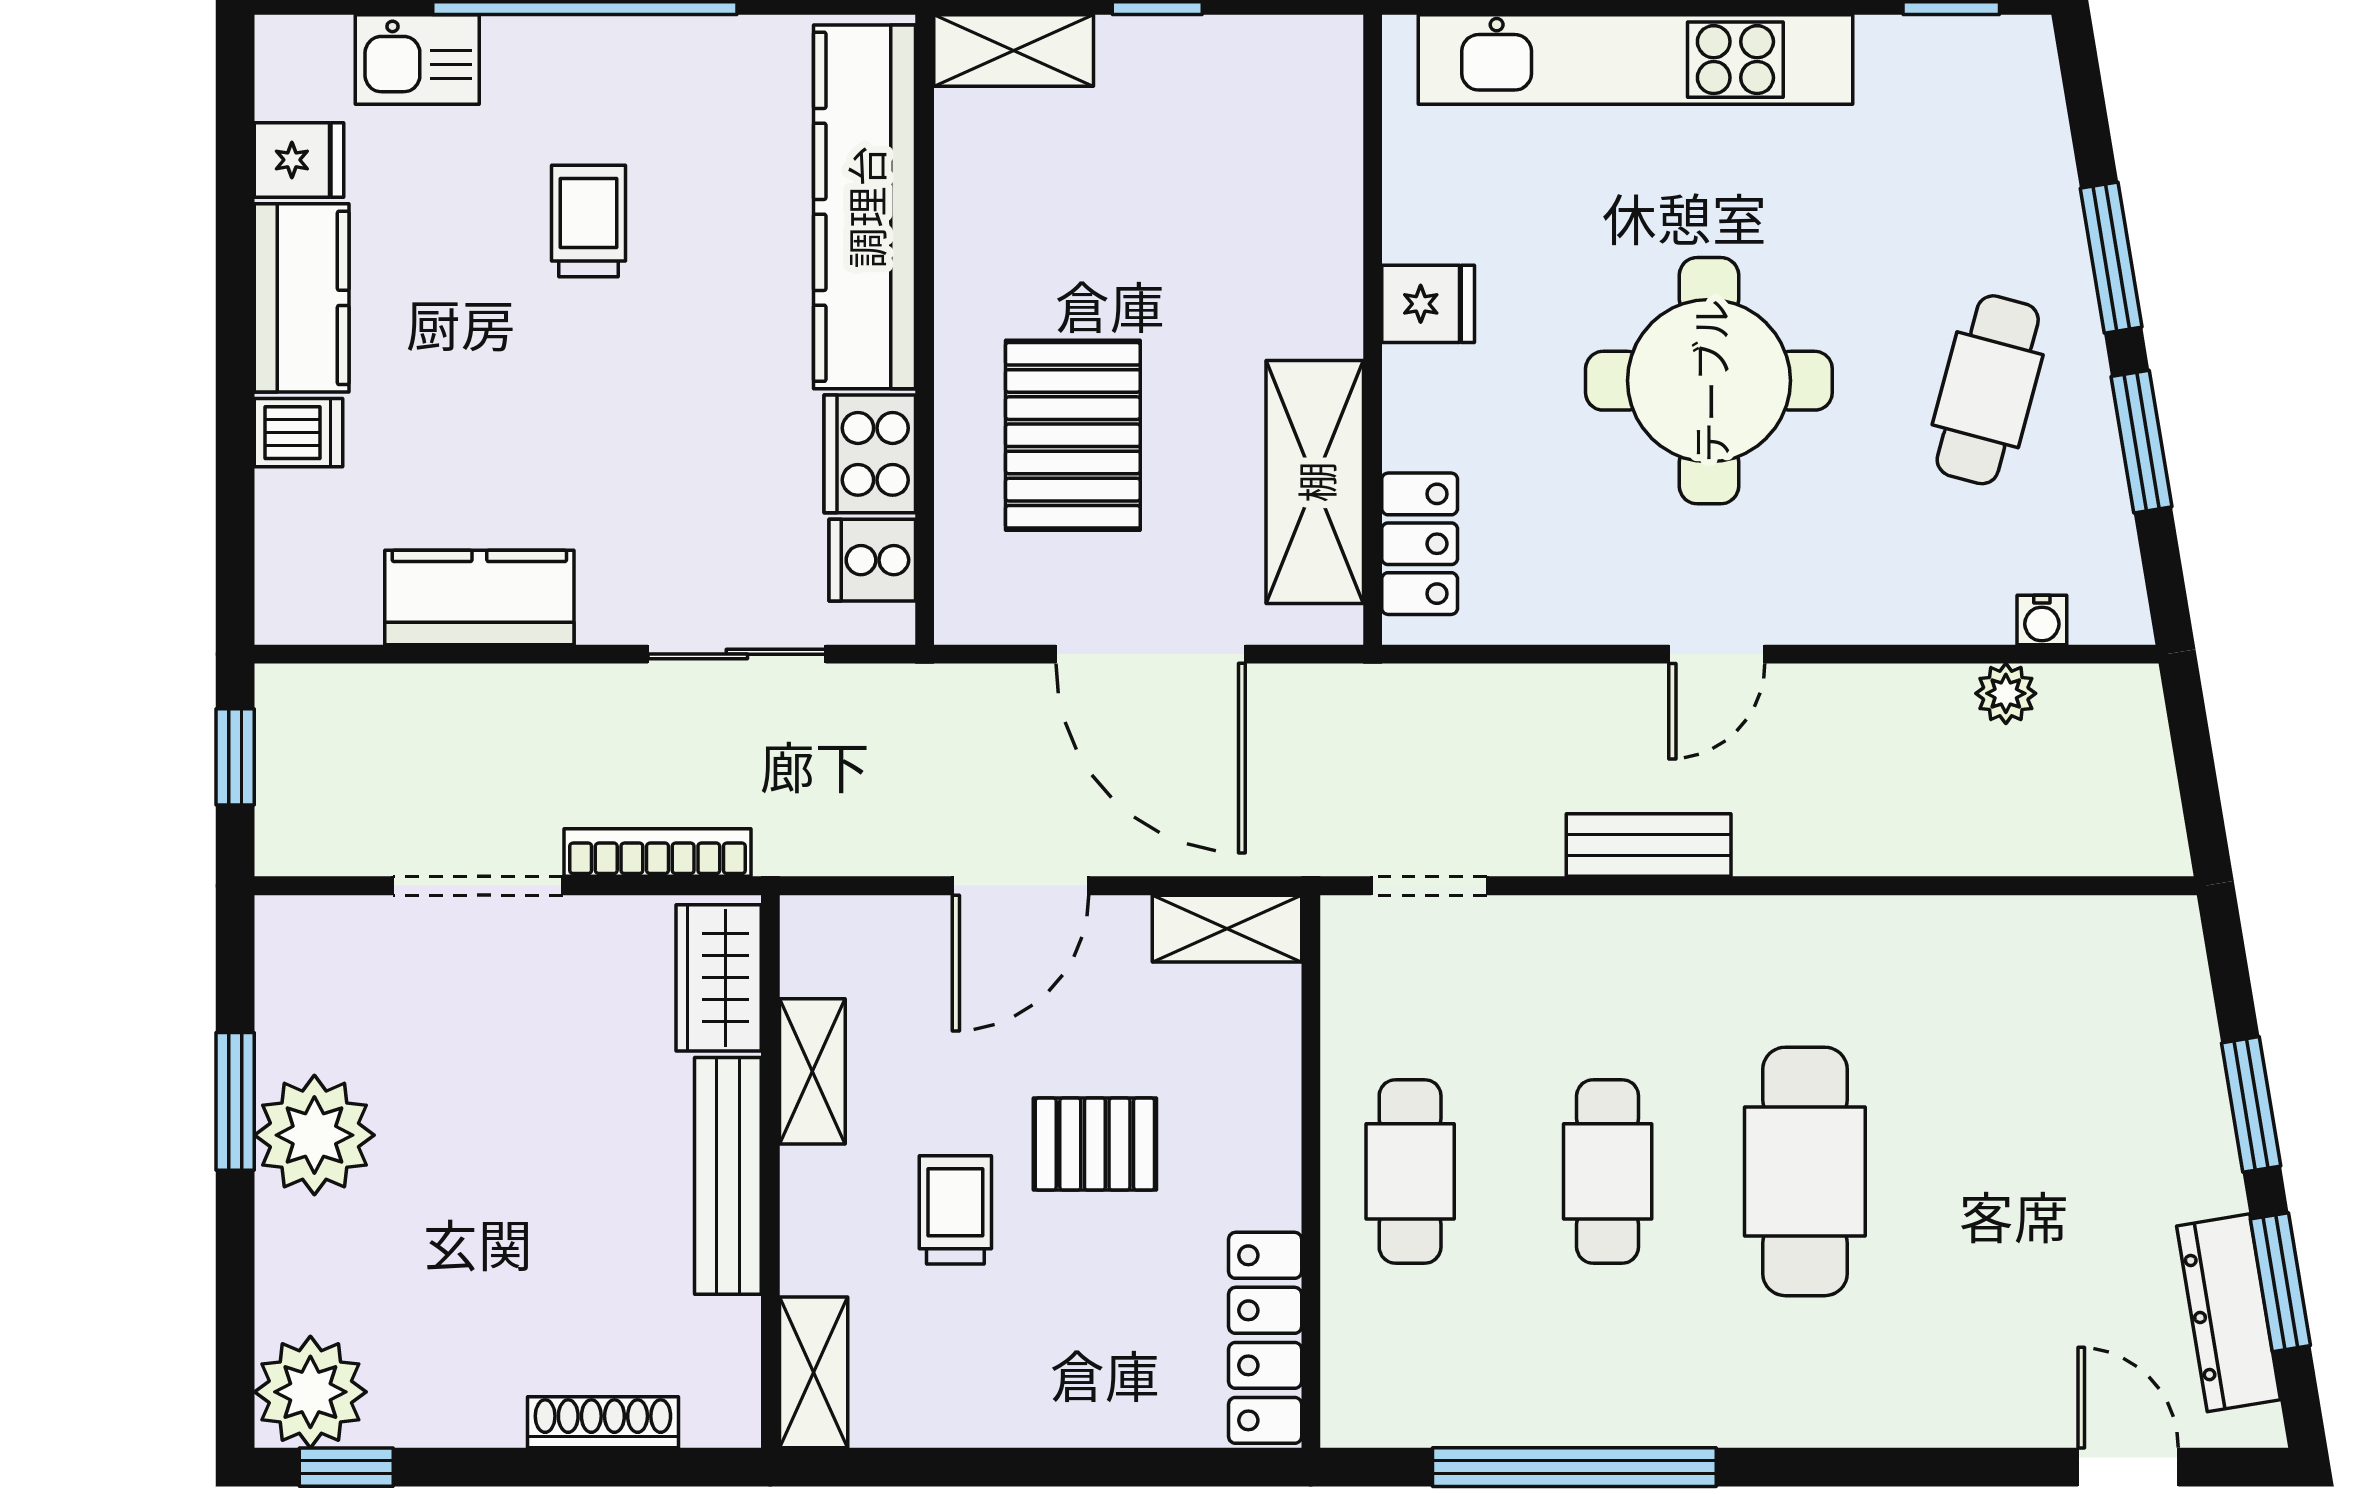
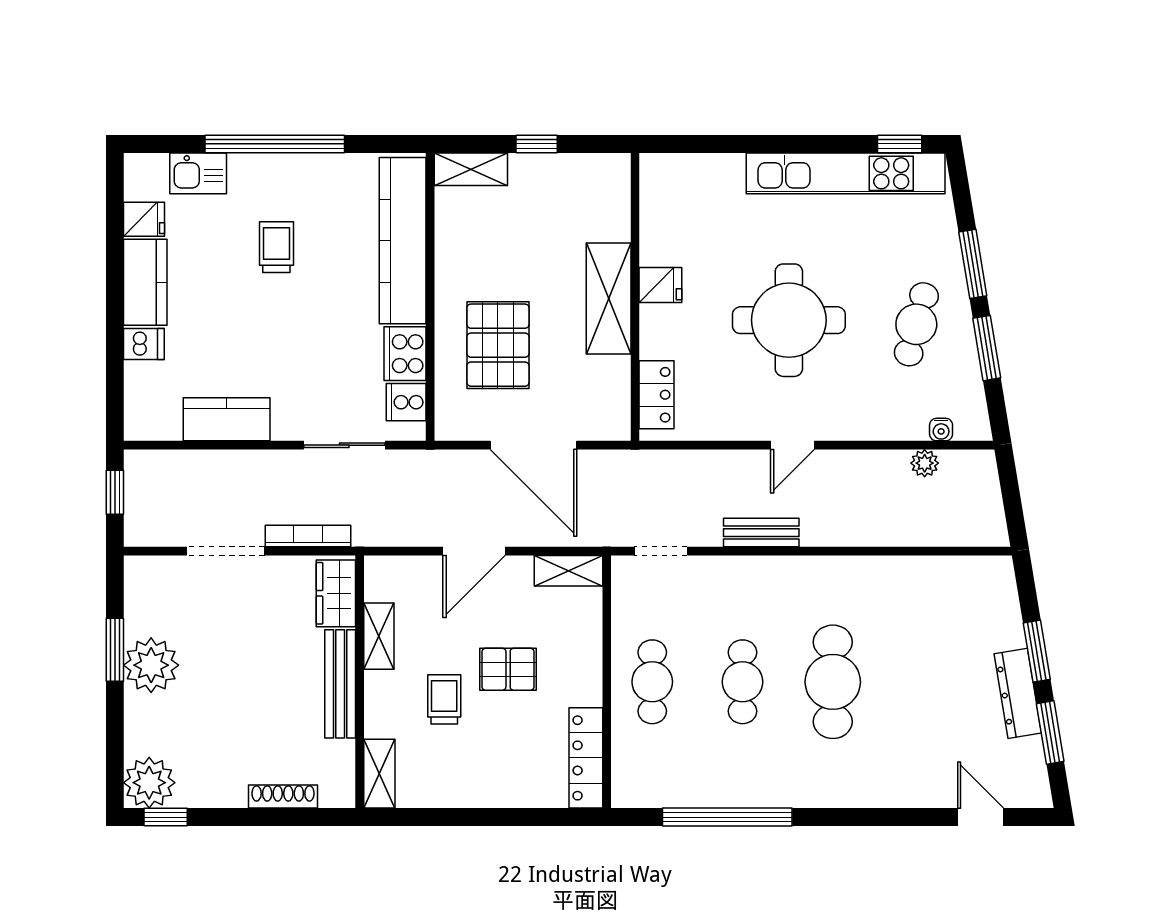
kitchen unit: (1636, 60) -> (846, 173), moved
shelving: (1315, 482) -> (609, 298), moved
dresser: (2228, 1313) -> (1018, 693), moved

